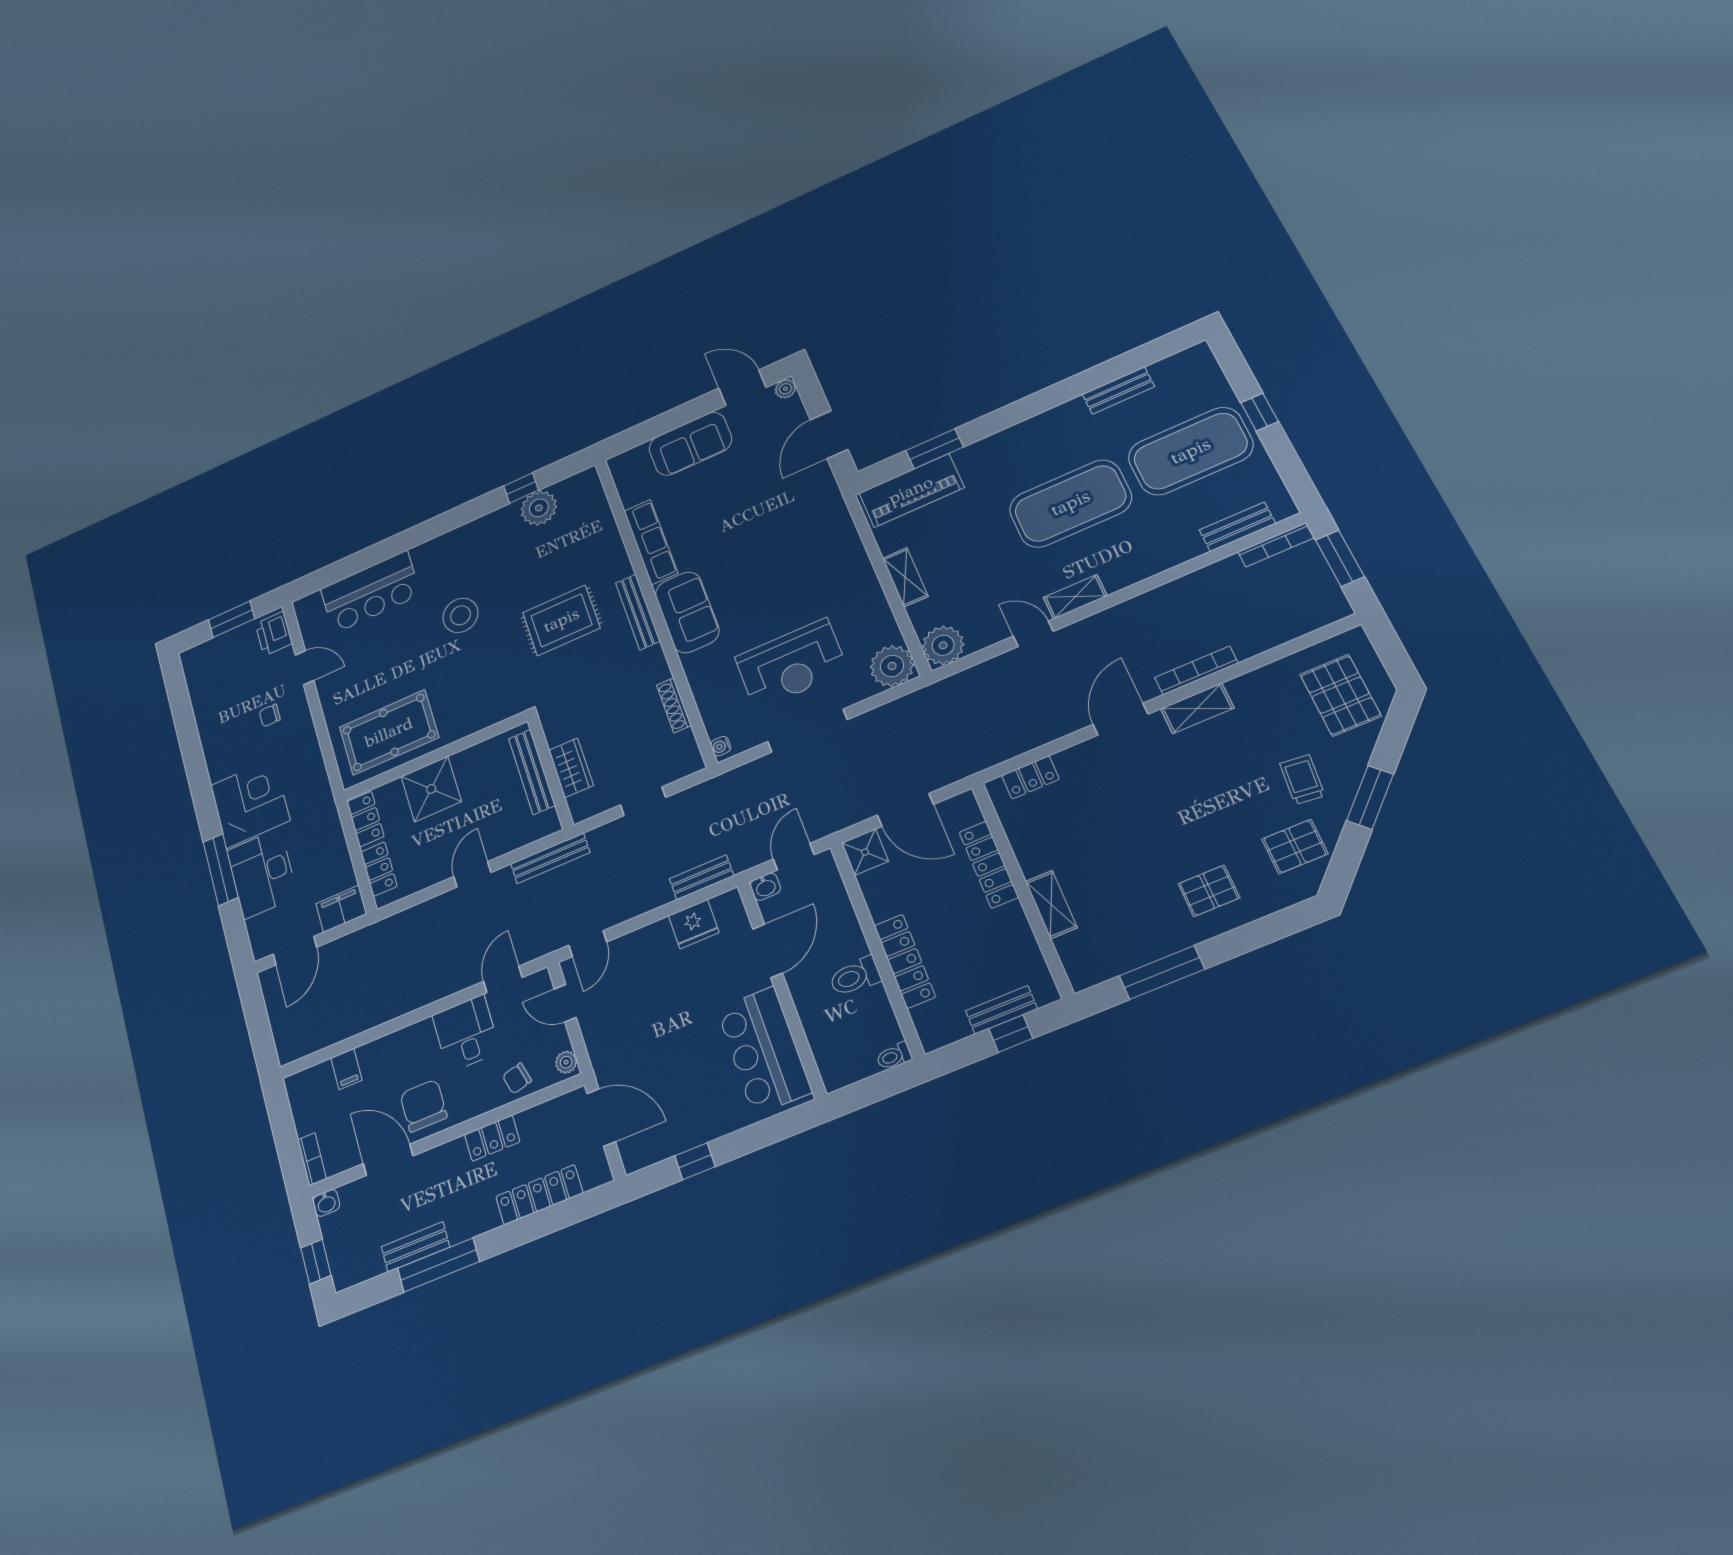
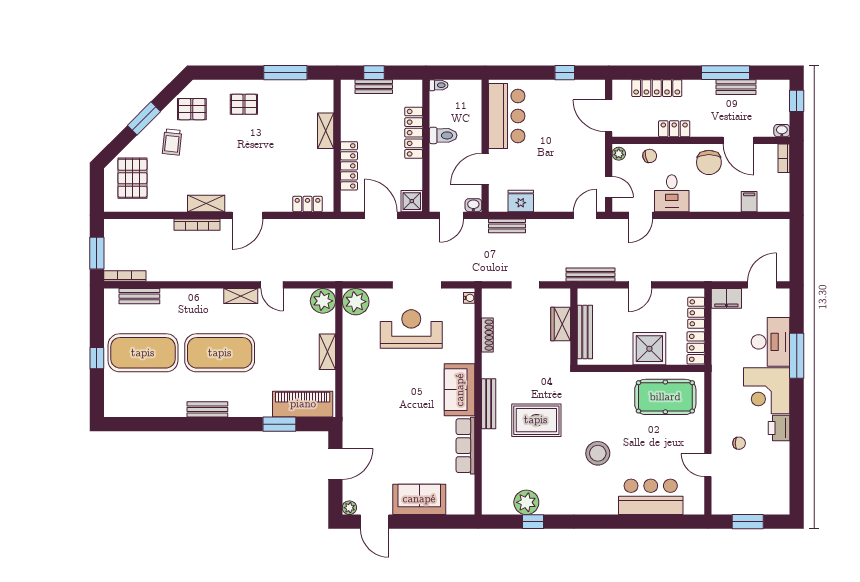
bench: (1118, 390) -> (207, 409), moved
printer: (274, 634) -> (779, 428), moved, turned 180

